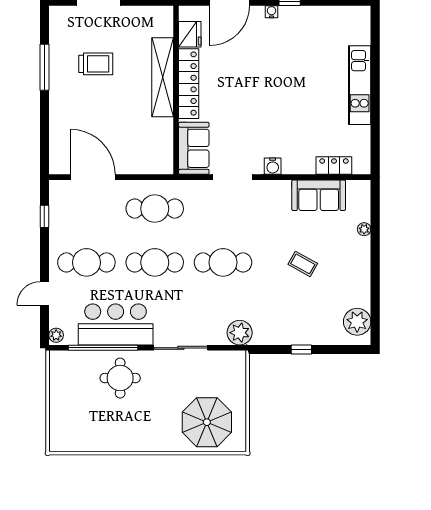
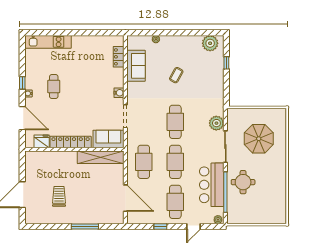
cafe table: (283, 55) -> (54, 87), added
window: (44, 67) -> (85, 226), moved
shelving: (163, 77) -> (101, 157), moved
kitchen unit: (360, 85) -> (48, 42), moved
door: (93, 177) -> (125, 198), swing flipped
window: (44, 216) -> (160, 226), moved
door: (44, 293) -> (193, 226), hinge flipped
plant: (240, 333) -> (216, 123), moved
window: (301, 350) -> (226, 63), moved
parasol: (207, 422) -> (259, 139), moved

